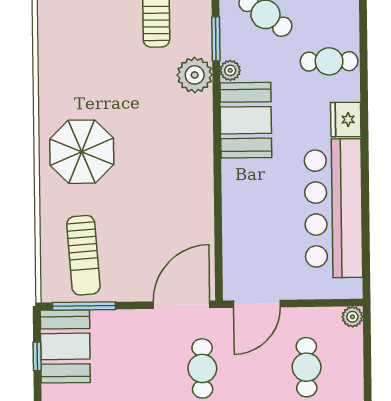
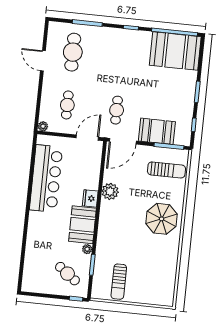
cafe table: (329, 61) -> (40, 248), removed
plant: (195, 75) -> (110, 191), moved
fridge: (346, 120) -> (90, 198), moved, turned 180
sun lounger: (83, 255) -> (166, 170), turned 94
booth: (65, 346) -> (157, 131), moved, turned 90

